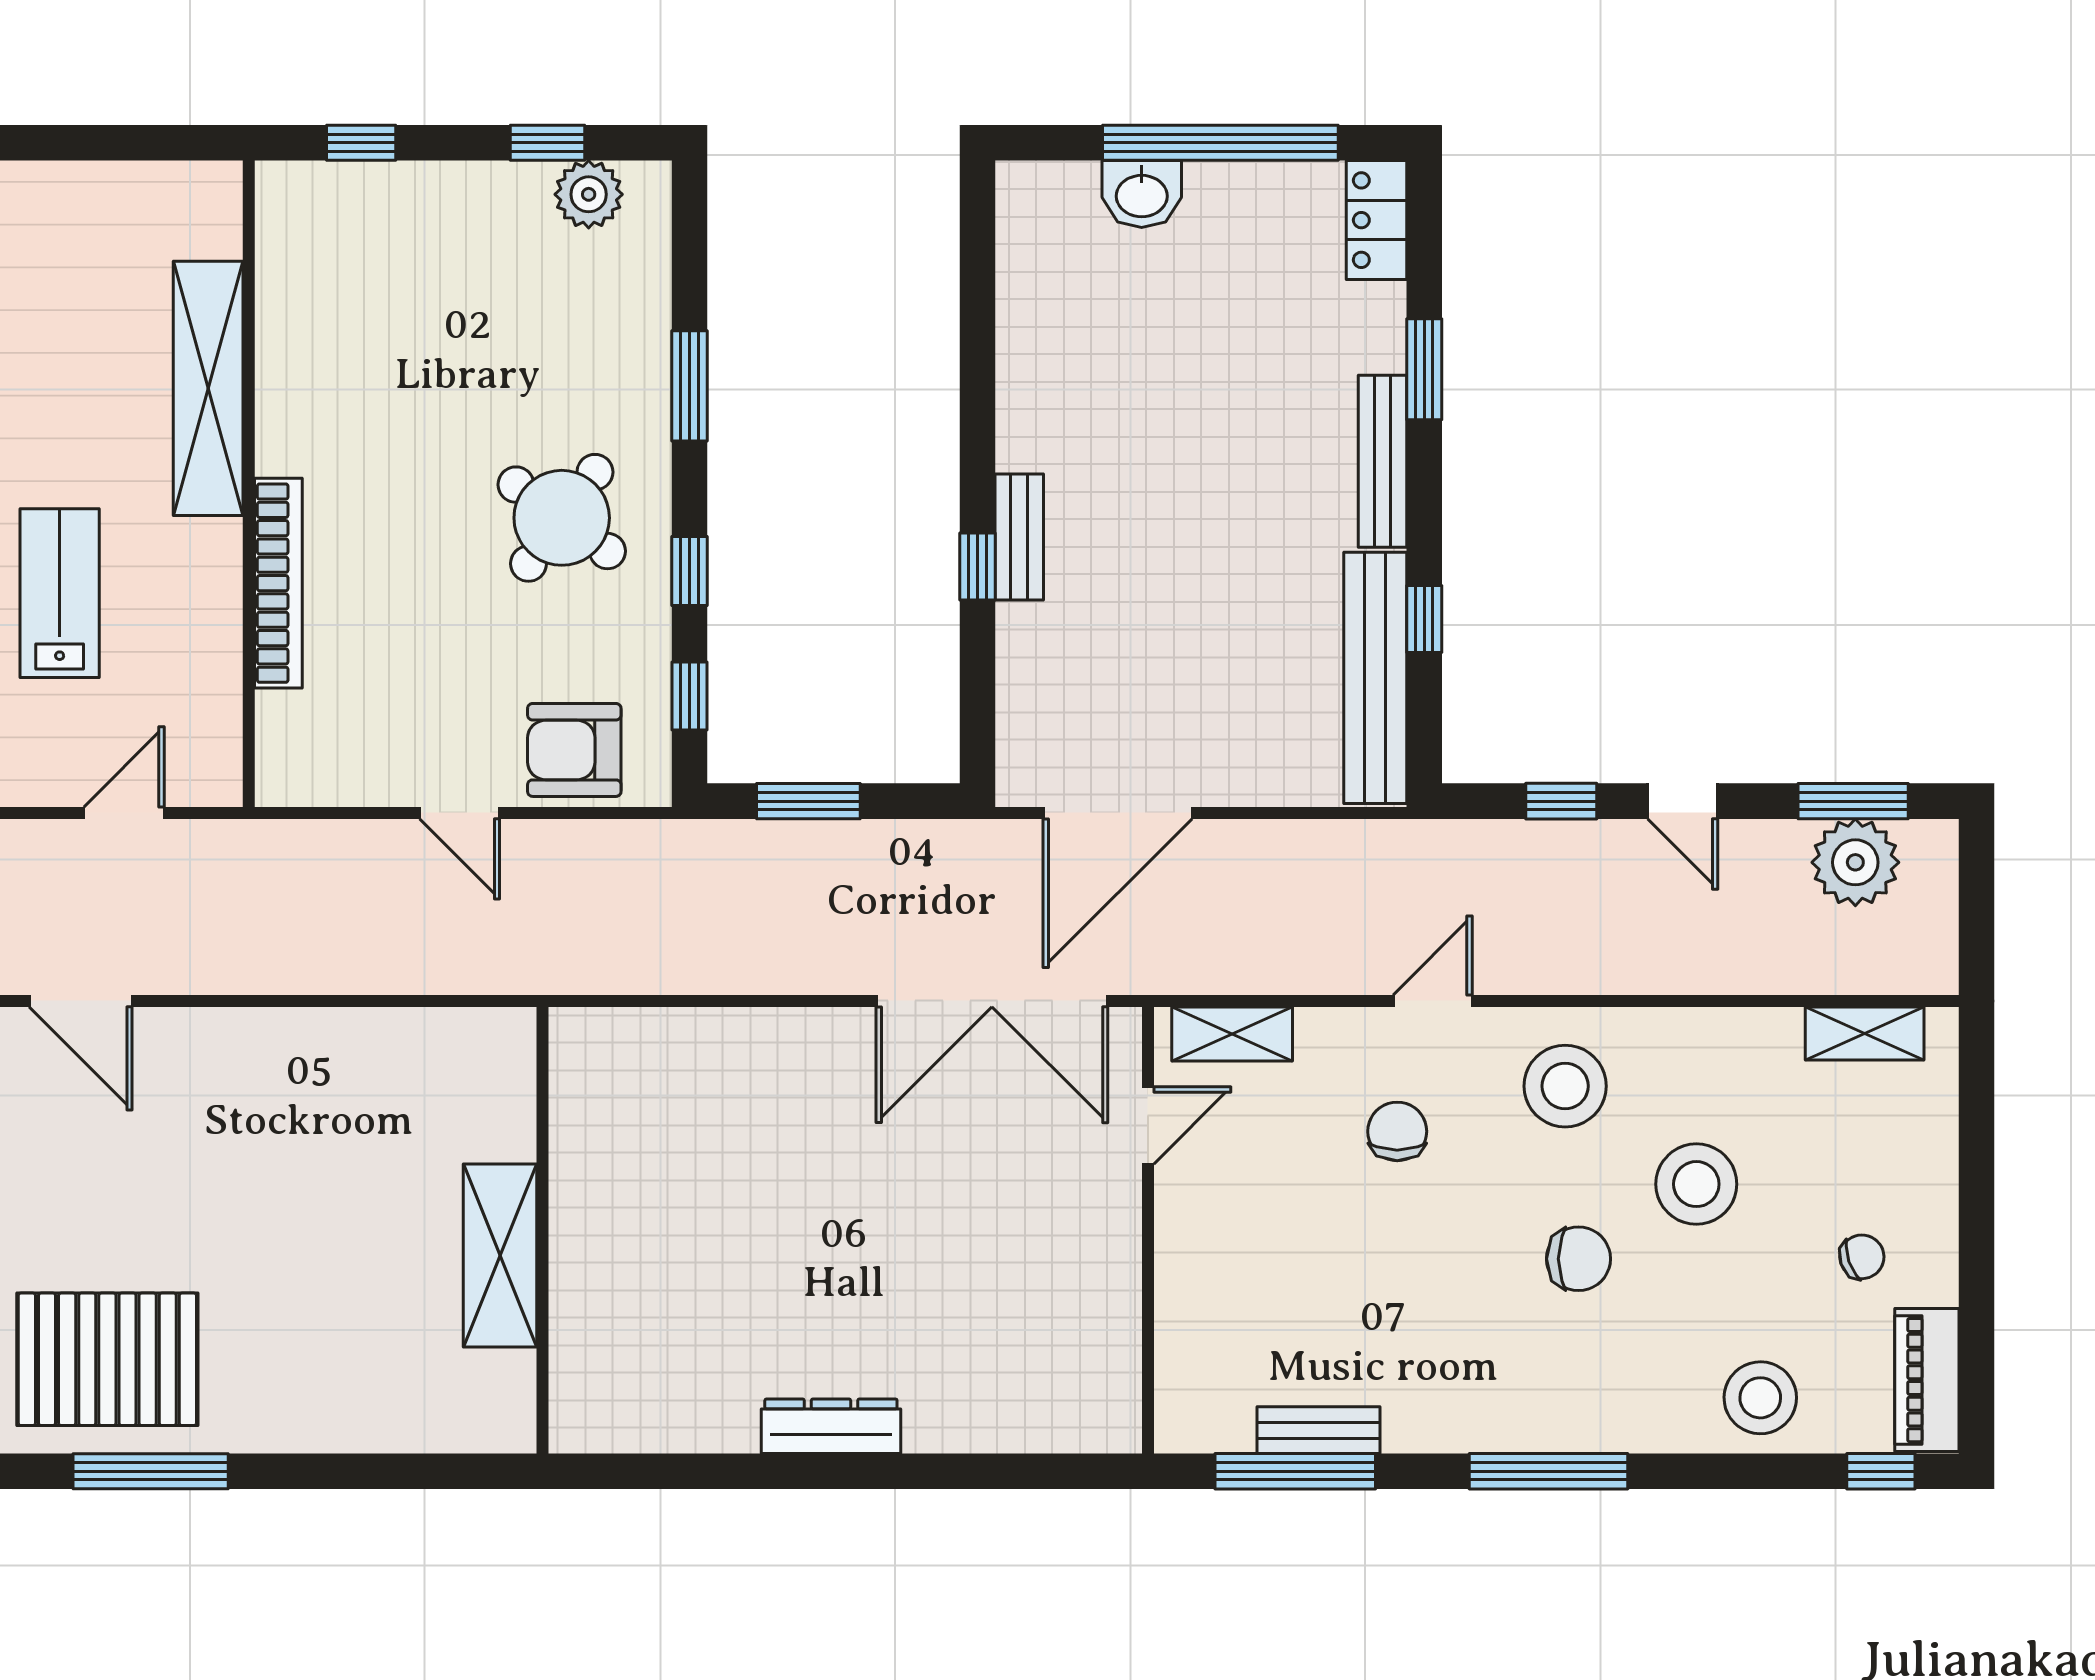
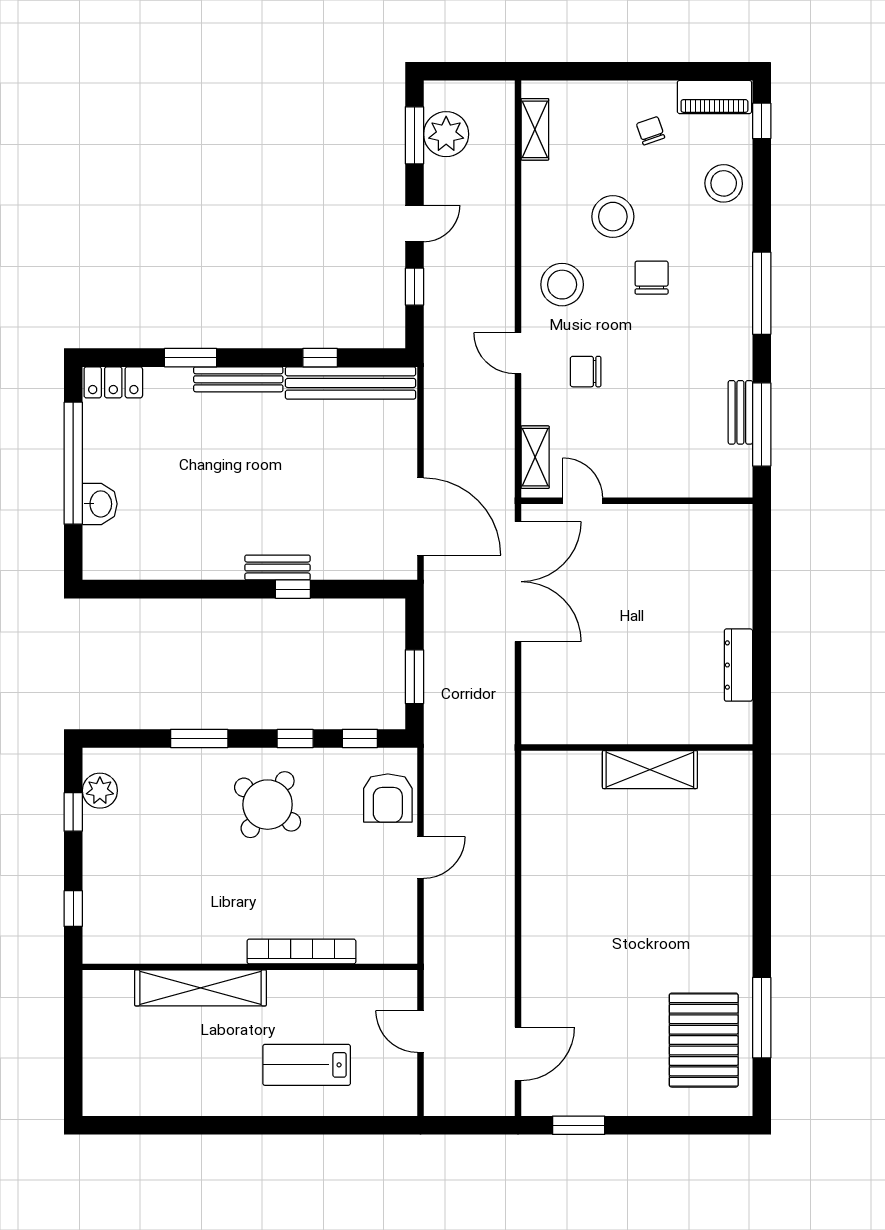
wall: (543, 1230) -> (637, 748), moved
shelving: (500, 1255) -> (650, 770), moved

